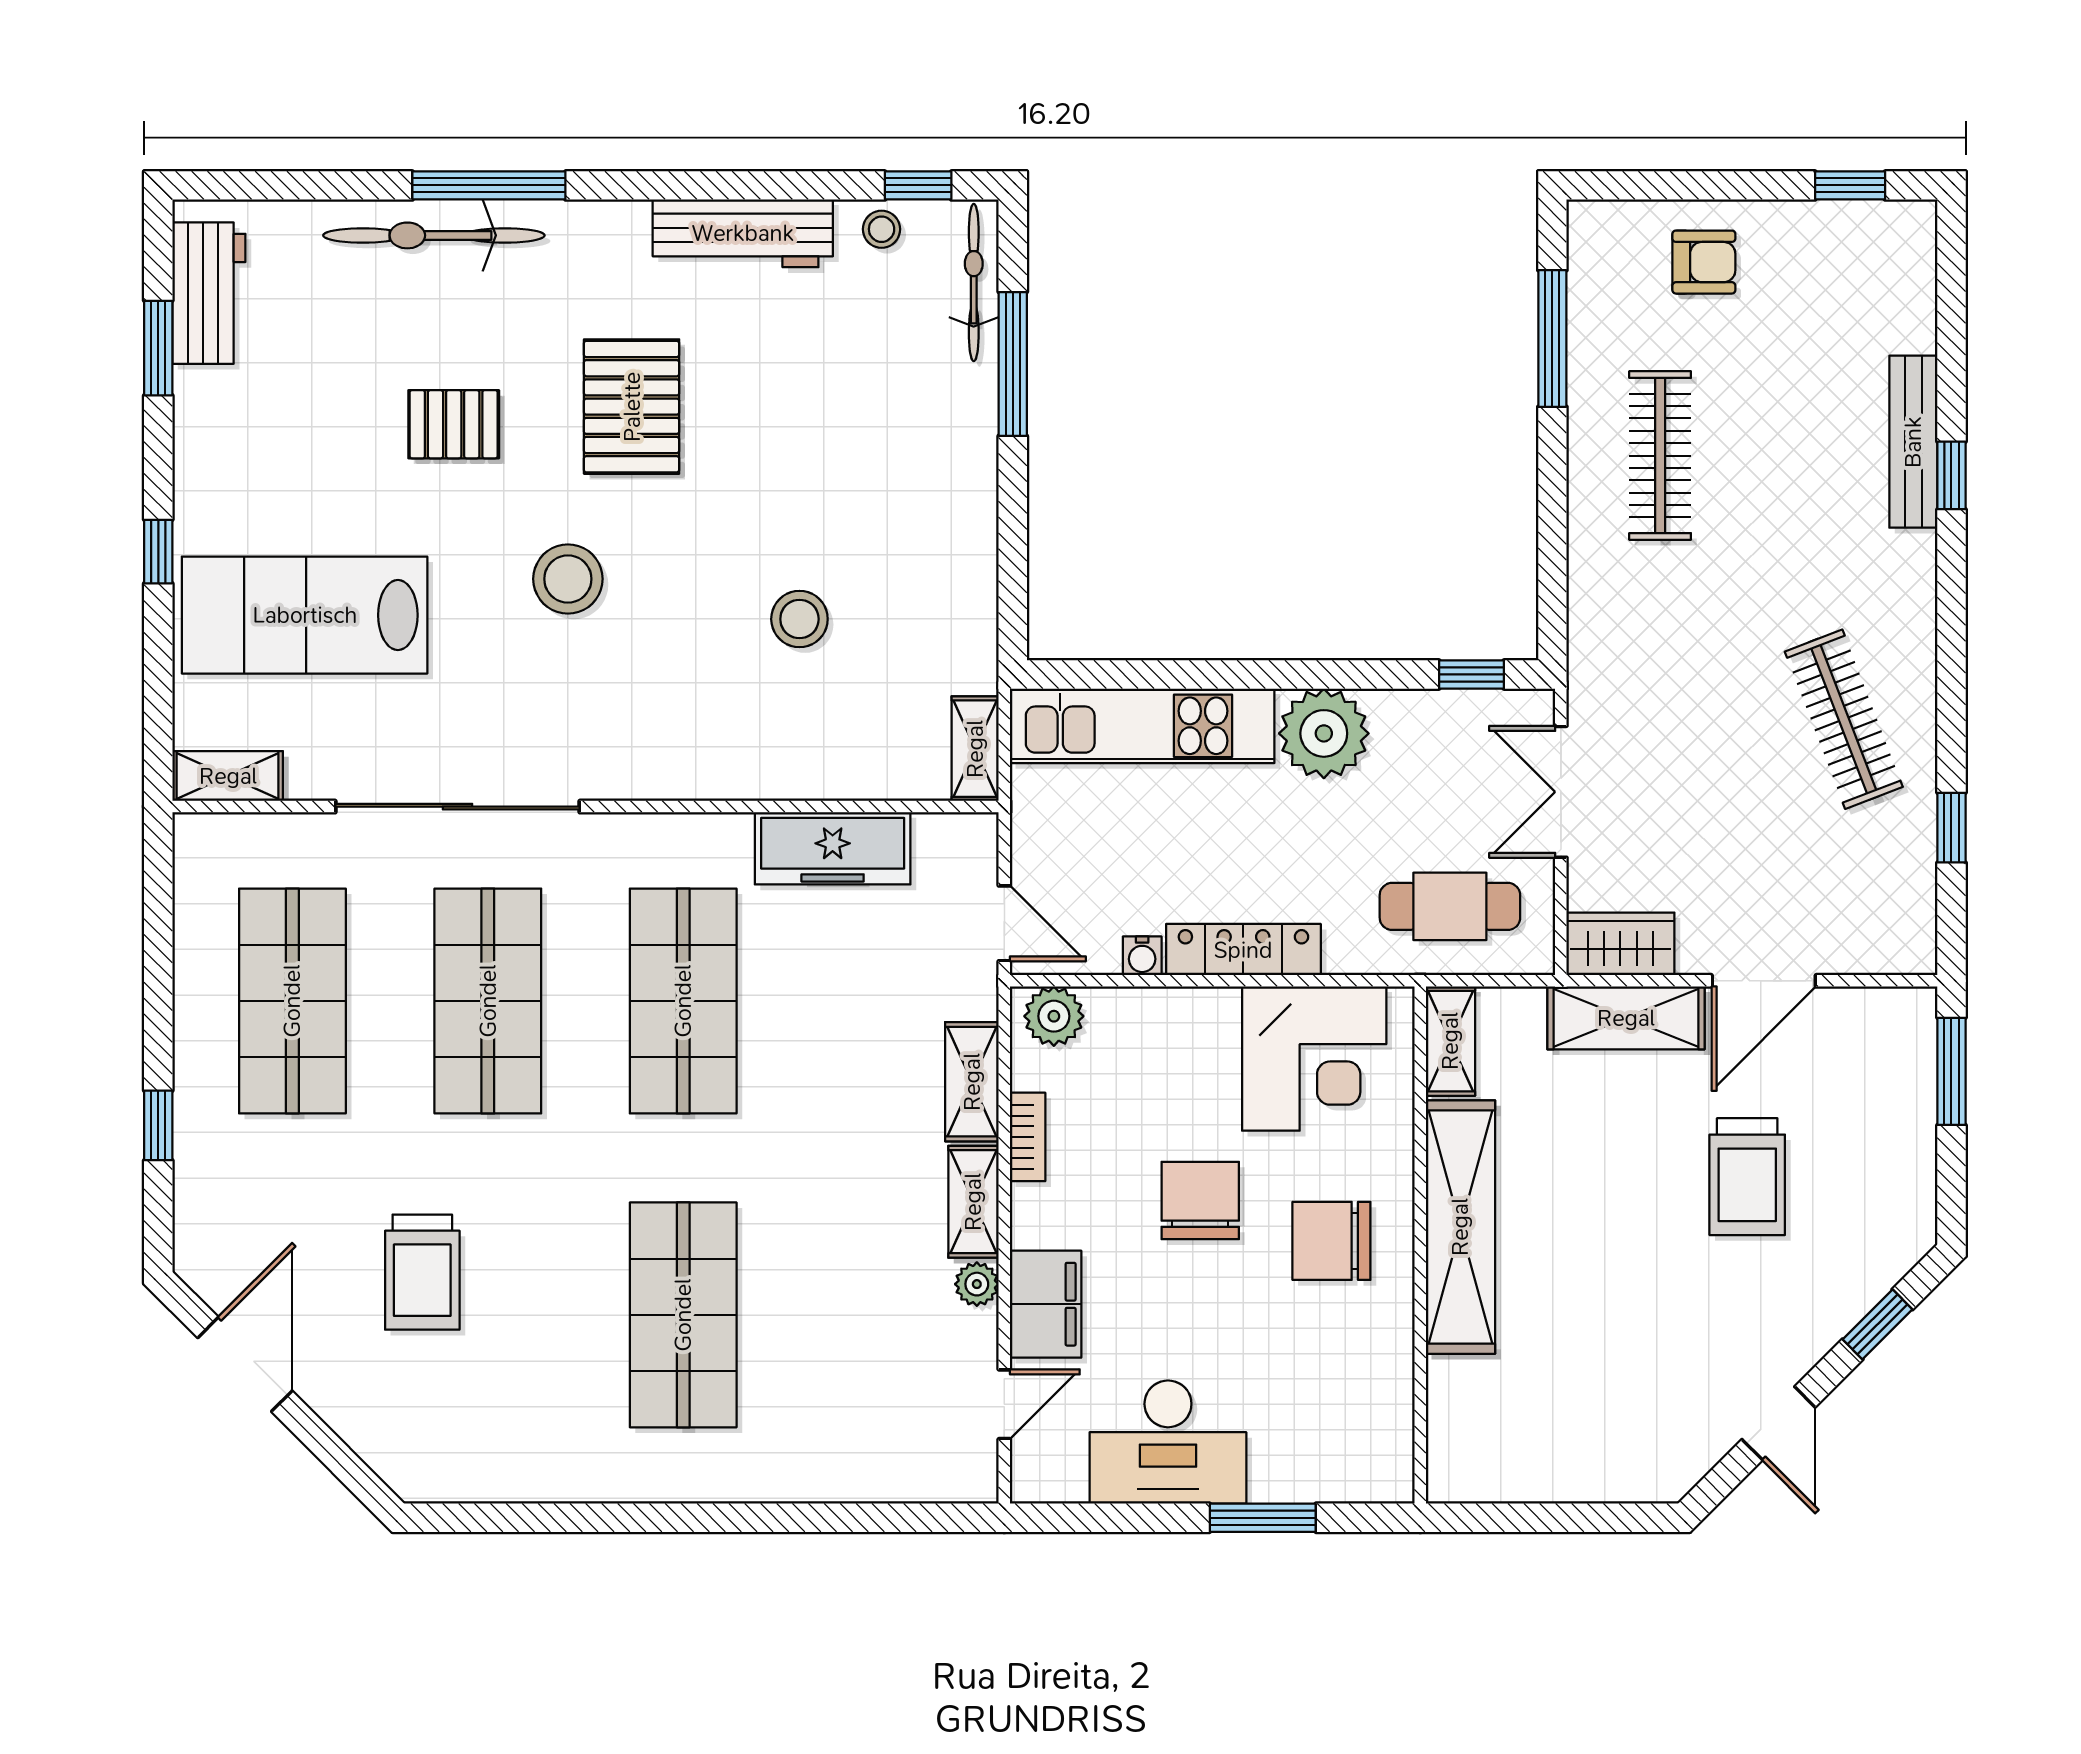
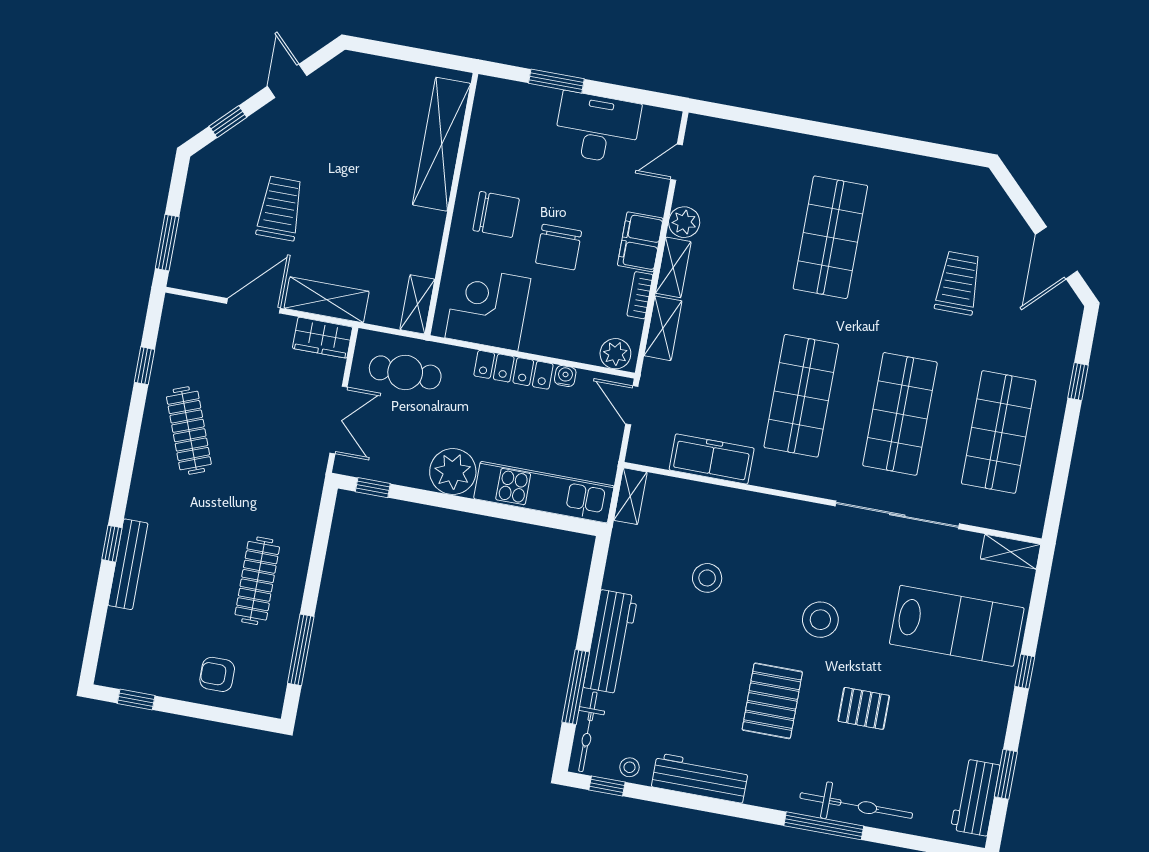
workbench: (962, 463) -> (610, 642), added
shelving: (1460, 1227) -> (442, 144), moved
plant: (977, 1284) -> (684, 222), width x1.38, depth x1.38
filing cabinet: (1046, 1304) -> (640, 242), moved

